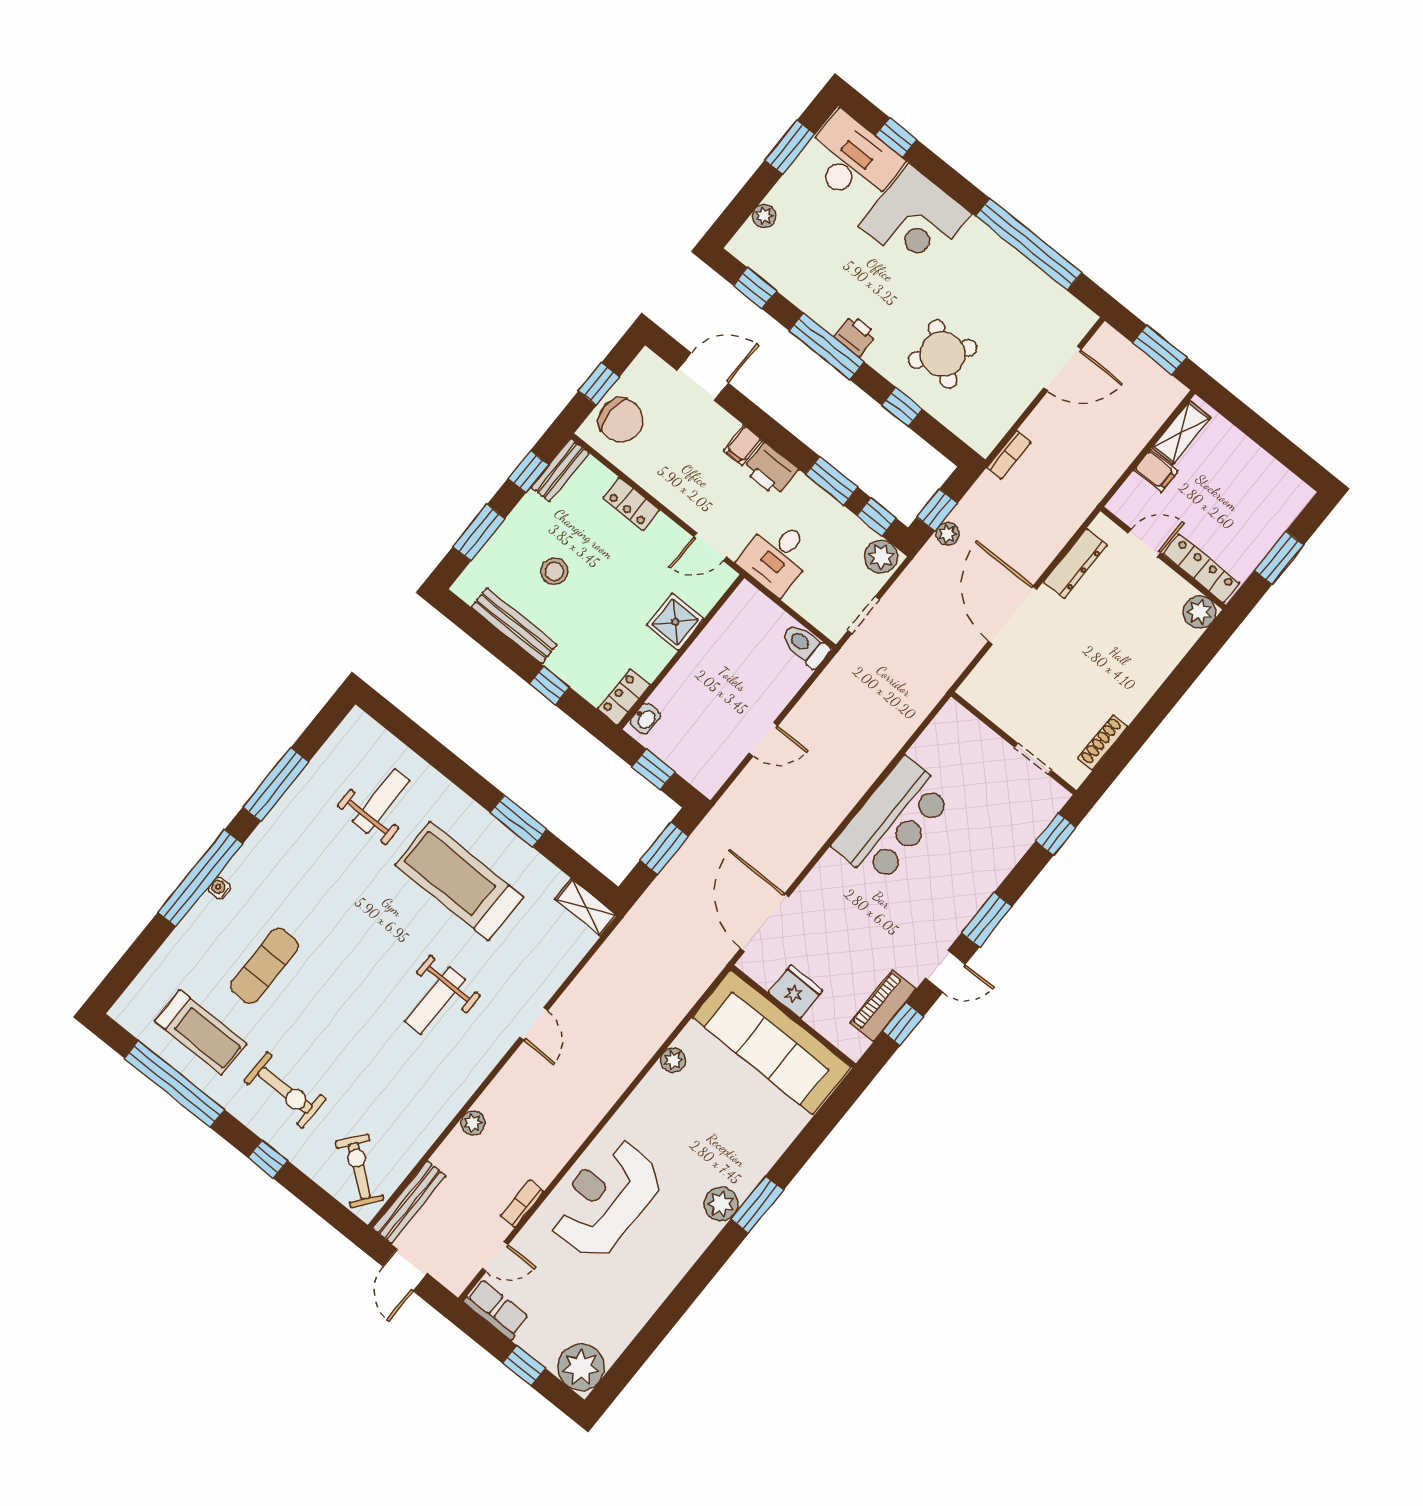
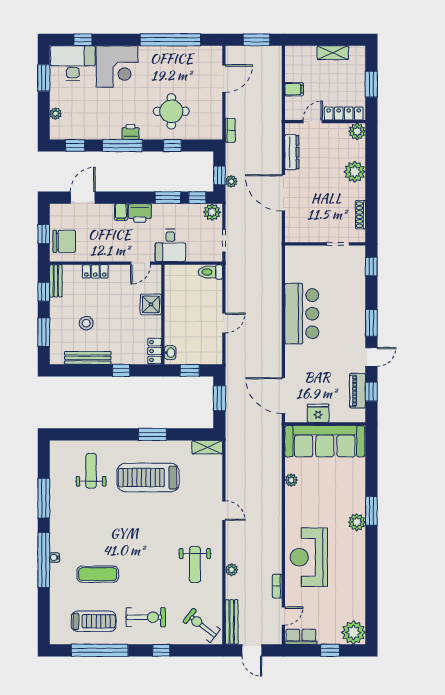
round table: (942, 354) -> (171, 111), turned -38
shelving: (1181, 433) -> (333, 53), moved, turned 90
plant: (1147, 670) -> (355, 172), added
exercise mat: (264, 966) -> (98, 574), turned 90
weight bench: (435, 1001) -> (195, 565), moved

